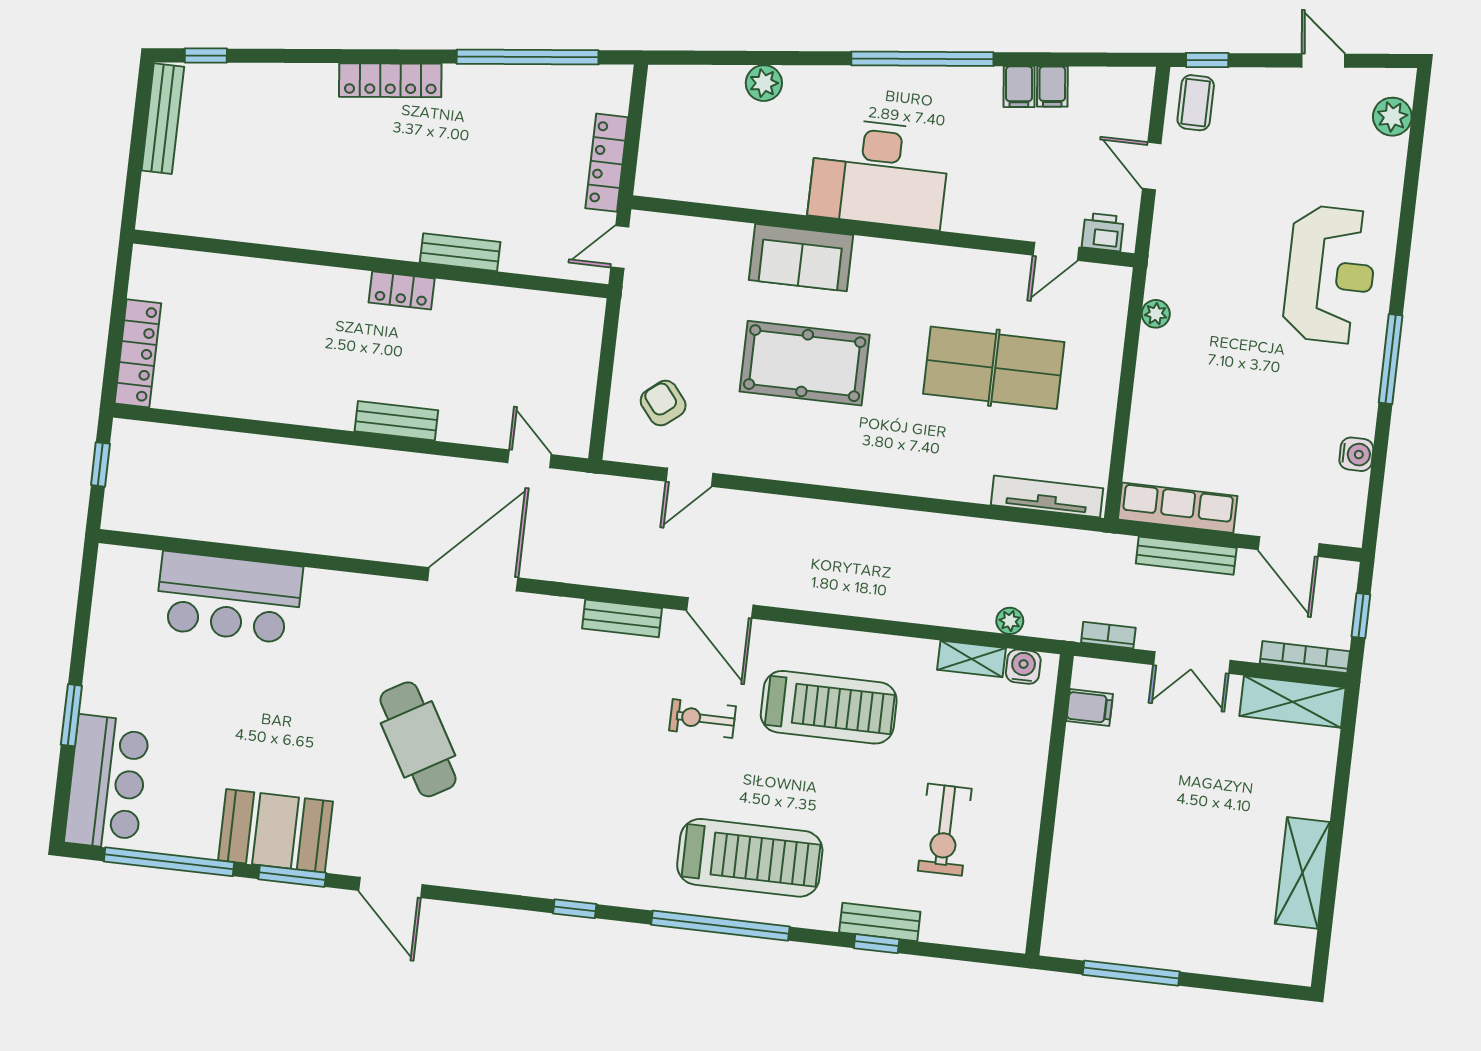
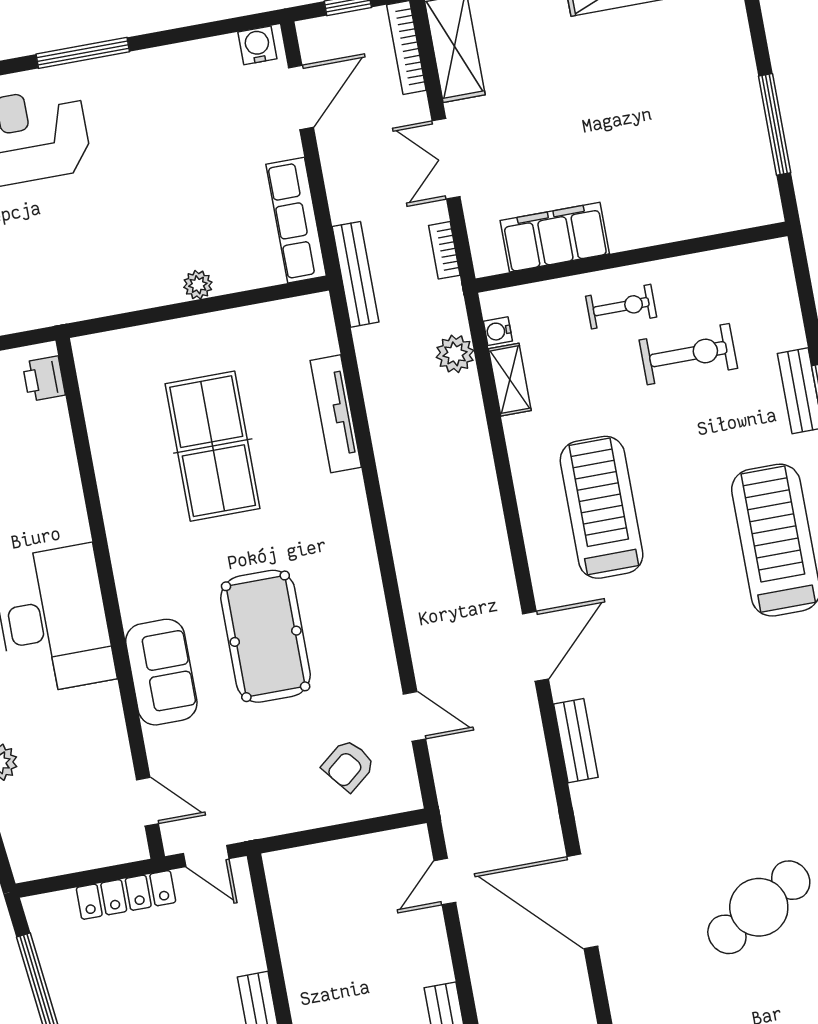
door: (1056, 251) -> (147, 802), moved
plant: (1156, 314) -> (198, 285), moved
water cooler: (1356, 454) -> (257, 45), moved
tv unit: (1047, 497) -> (336, 414), moved
bench: (1186, 556) -> (355, 274), moved
plant: (1010, 621) -> (455, 354), width x1.38, depth x1.38
double door: (1192, 662) -> (446, 159), swing flipped
water cooler: (1023, 667) -> (498, 331), width x0.72, depth x0.72
filing cabinet: (1090, 708) -> (555, 237), width x3.00, depth x1.17
exercise bike: (702, 718) -> (621, 307), moved, turned -90

